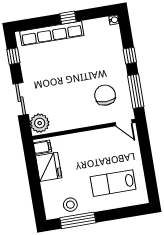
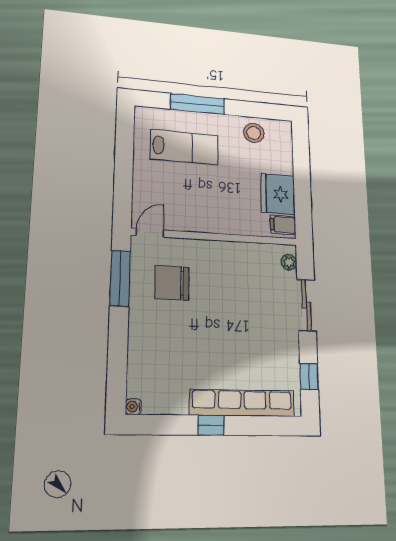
window: (130, 56) -> (118, 339), removed
chair: (105, 95) -> (172, 283), turned 90
plant: (40, 123) -> (289, 262), width x0.53, depth x0.53
door: (124, 123) -> (150, 233), hinge flipped
window: (78, 220) -> (197, 104), moved

